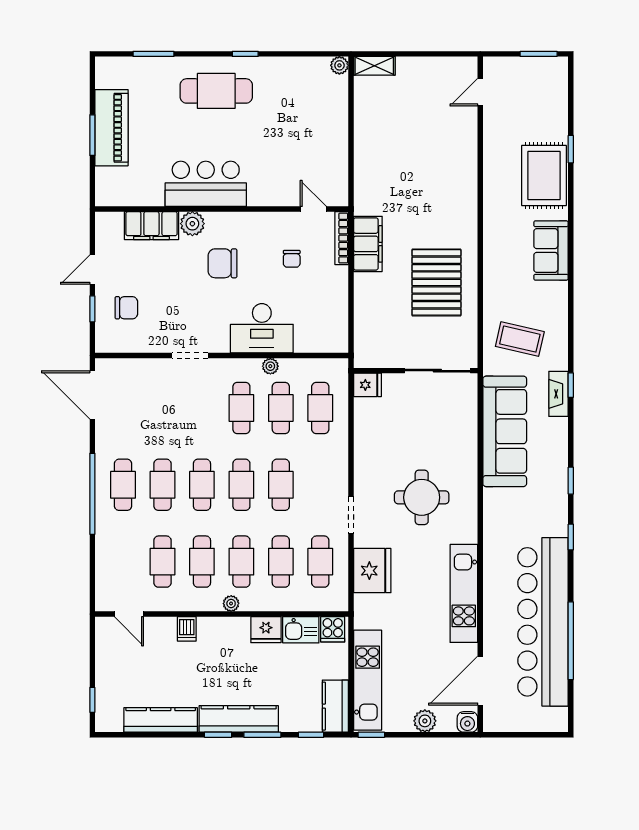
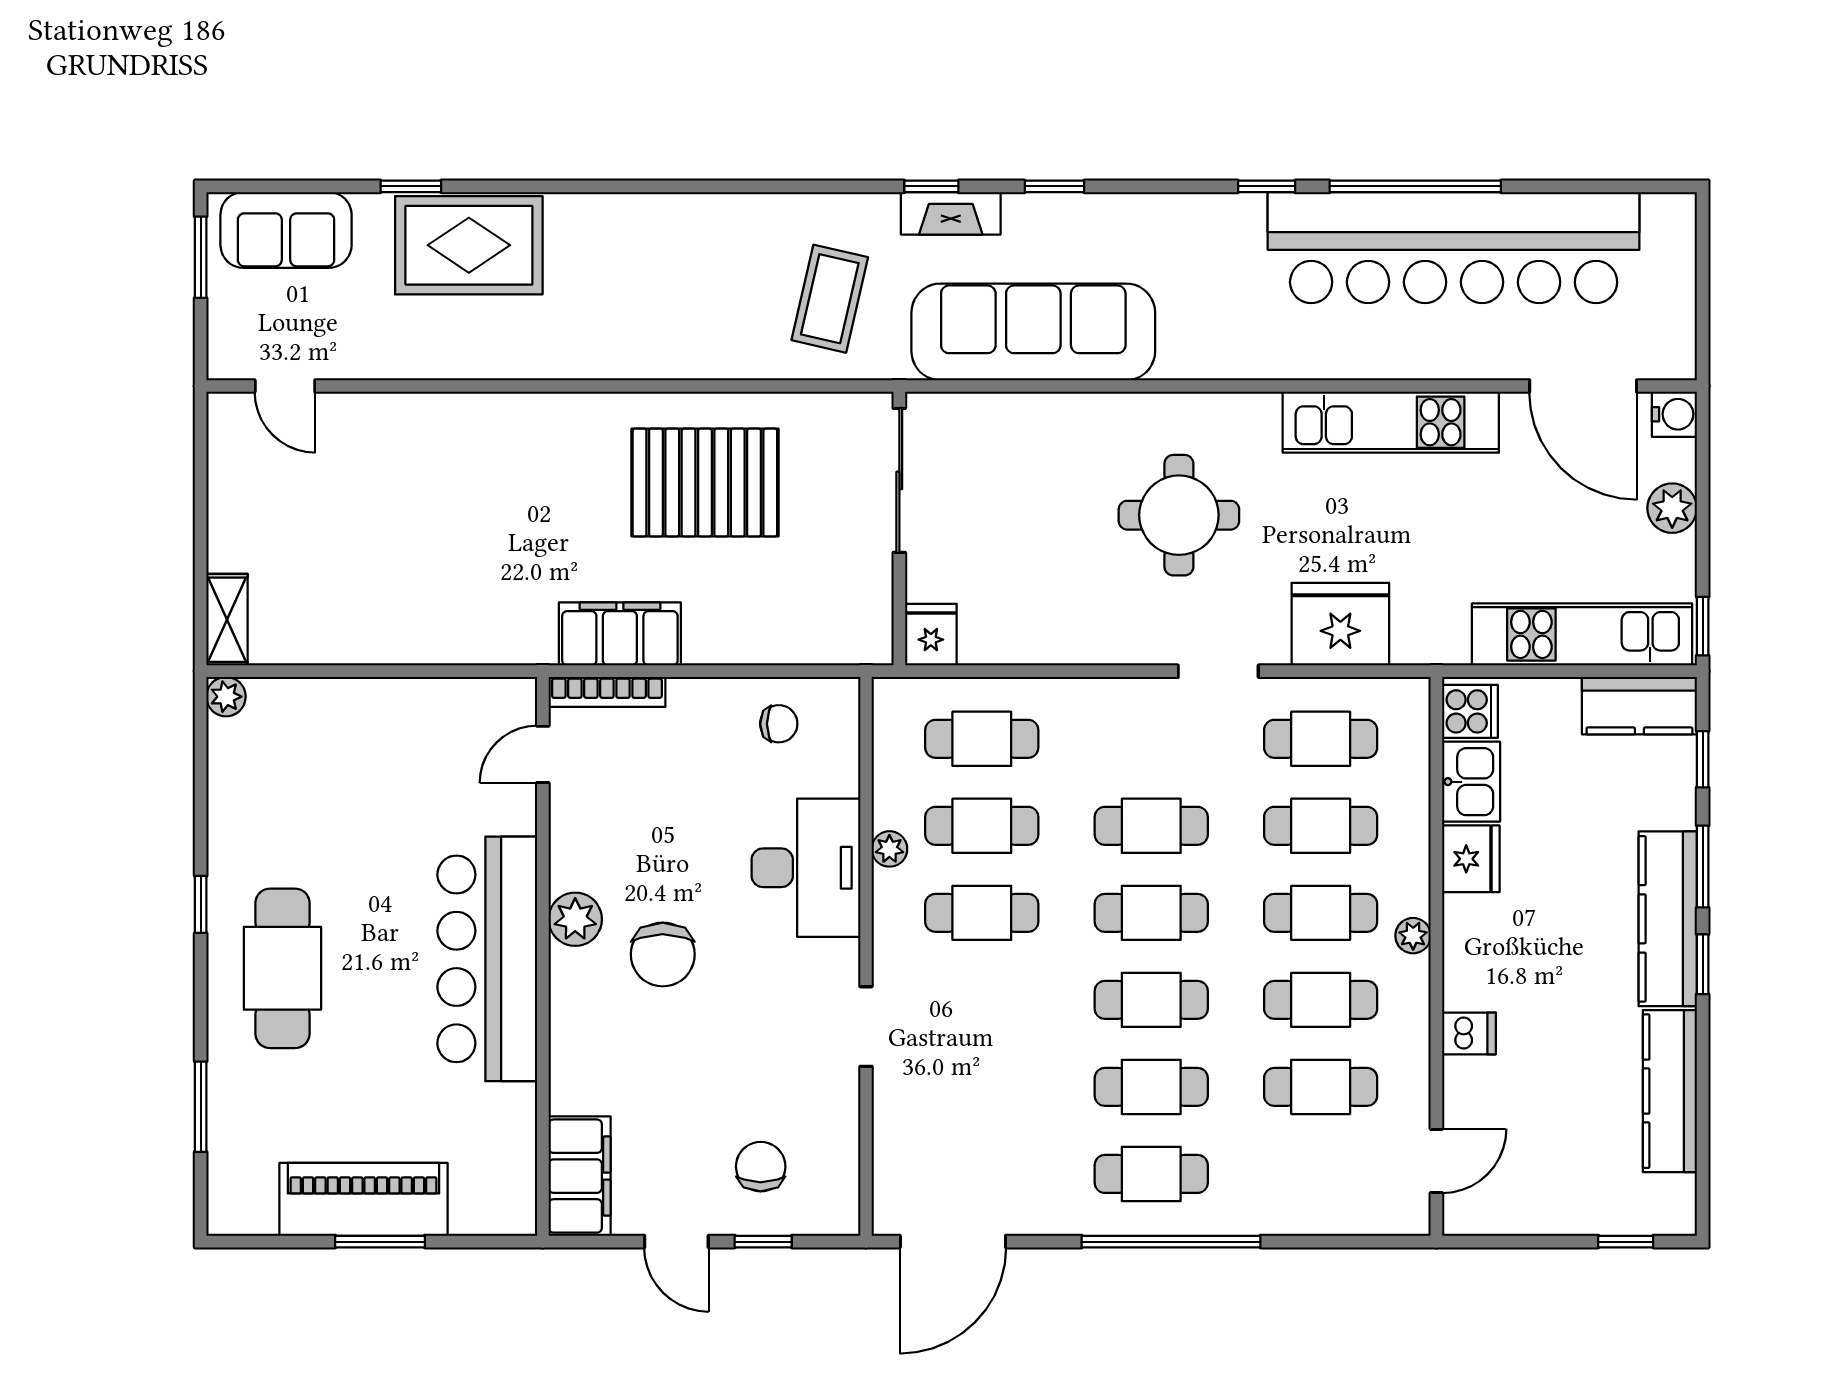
bar counter: (206, 184) -> (487, 959), width x1.36
plant: (192, 224) -> (575, 919), moved
filing cabinet: (151, 226) -> (580, 1176), moved
sofa: (551, 250) -> (286, 230), moved
chair: (292, 259) -> (779, 724), moved
window: (571, 481) -> (1055, 186), moved
window: (571, 641) -> (1415, 186), moved

